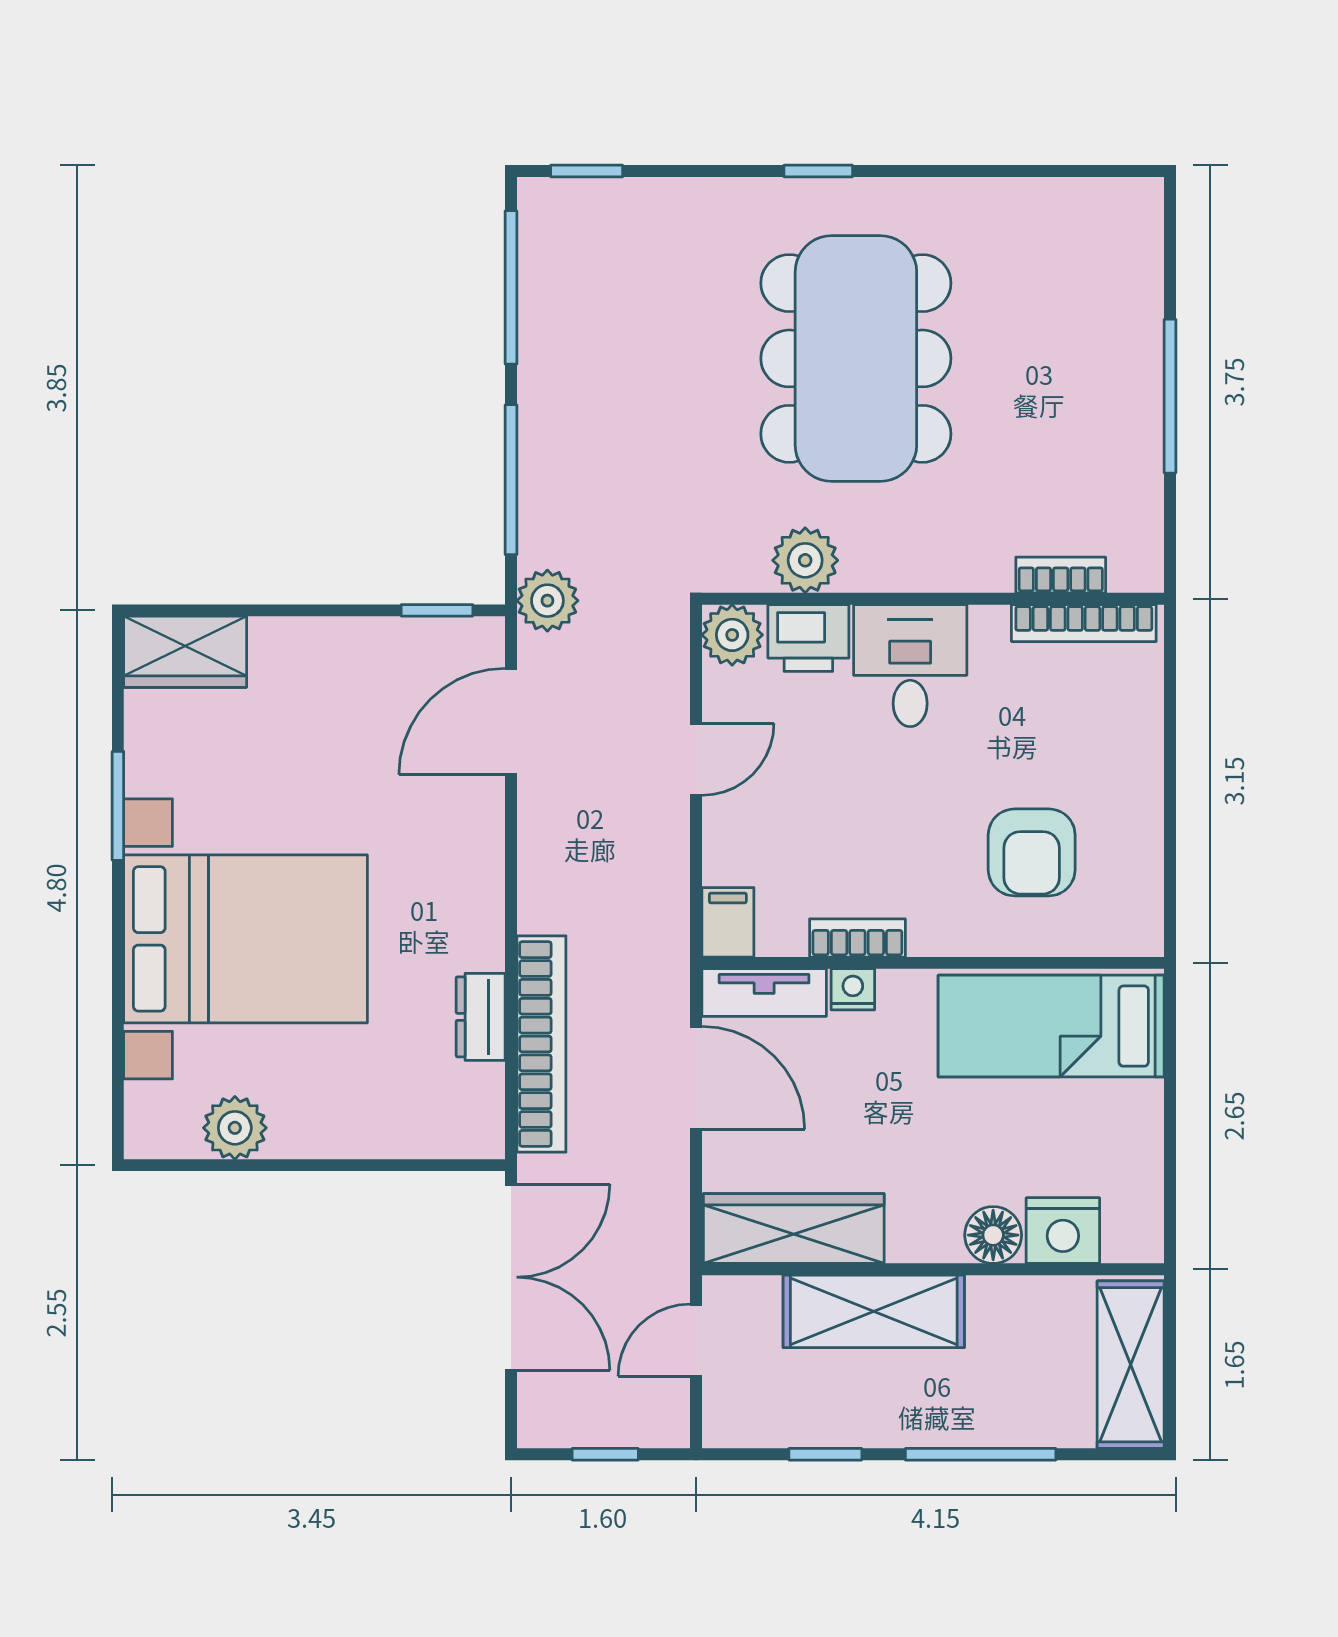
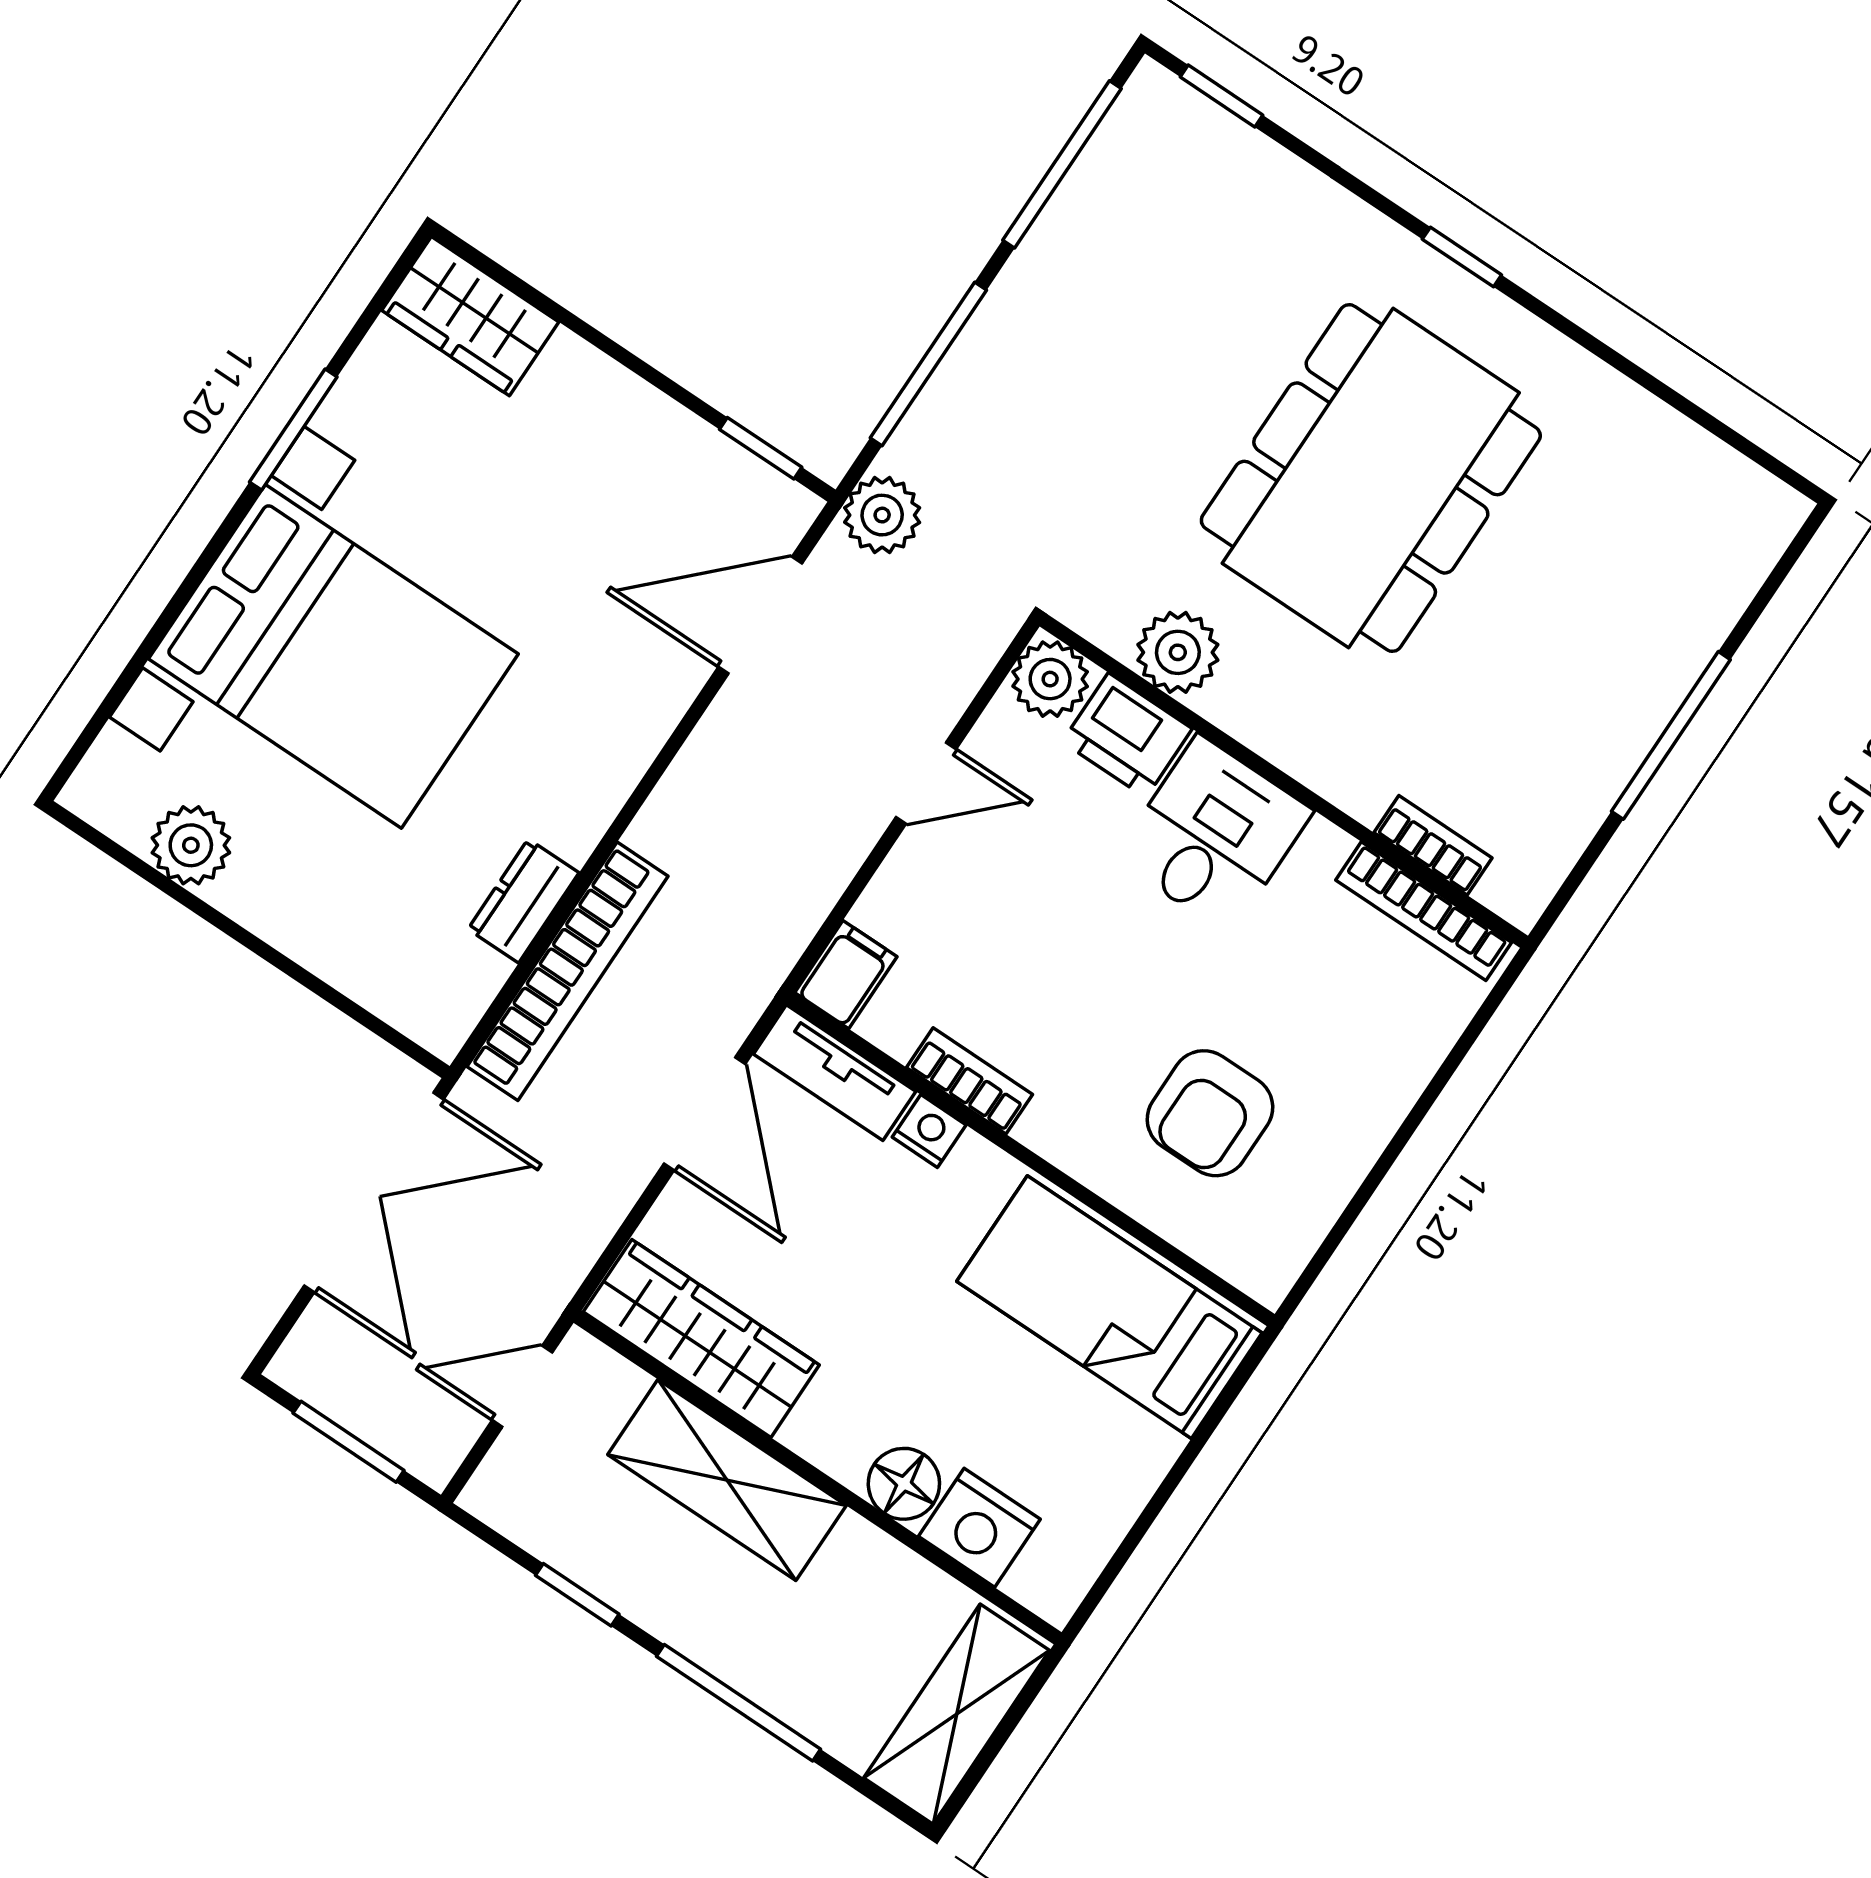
window: (605, 1454) -> (349, 1442), width x1.50

